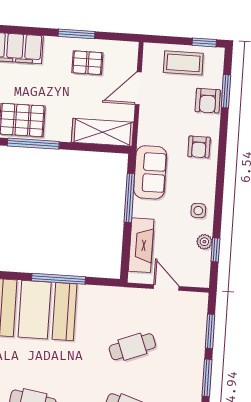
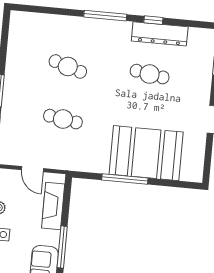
cafe table: (132, 347) -> (63, 119), turned 30

